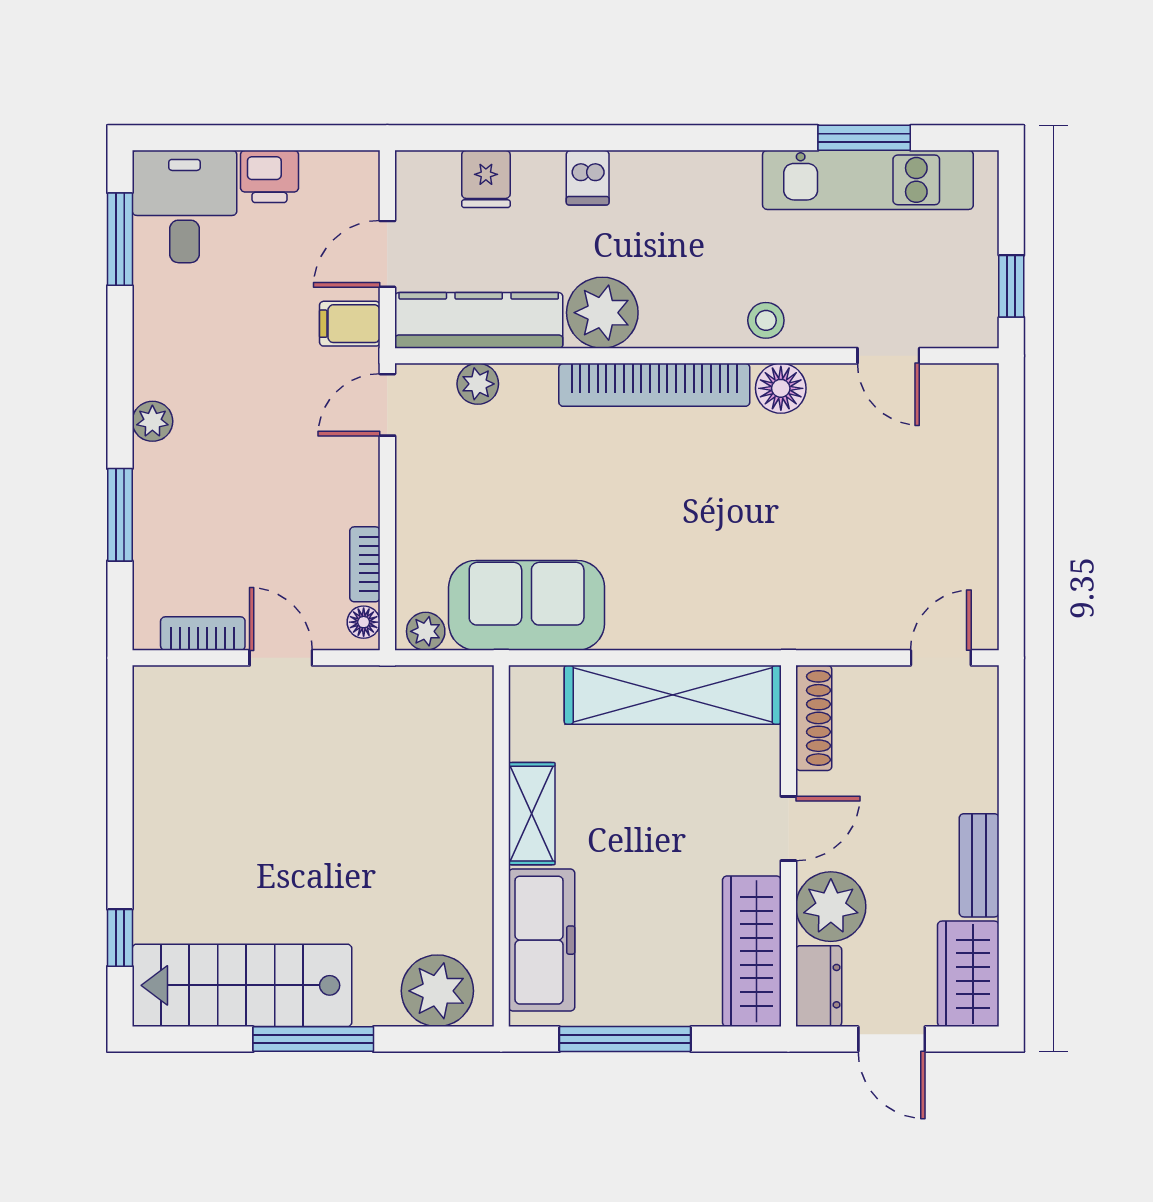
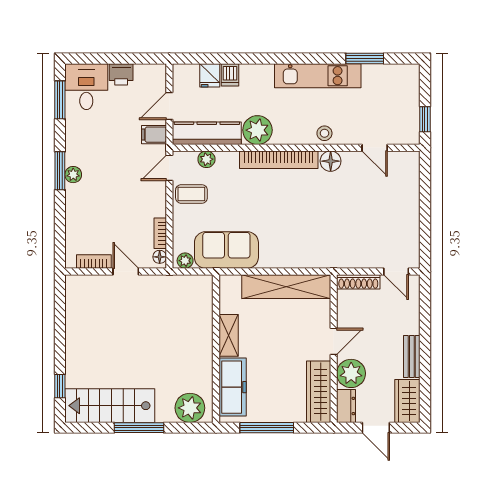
dishwasher: (588, 178) -> (230, 75), moved
kitchen unit: (868, 180) -> (318, 76), moved
coffee table: (441, 469) -> (191, 194), added
window: (120, 515) -> (60, 171), moved
door: (941, 658) -> (396, 271), swing flipped
shoe rack: (814, 718) -> (358, 282), moved, turned 90

